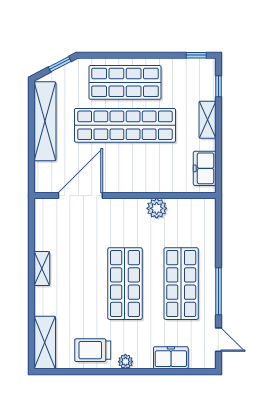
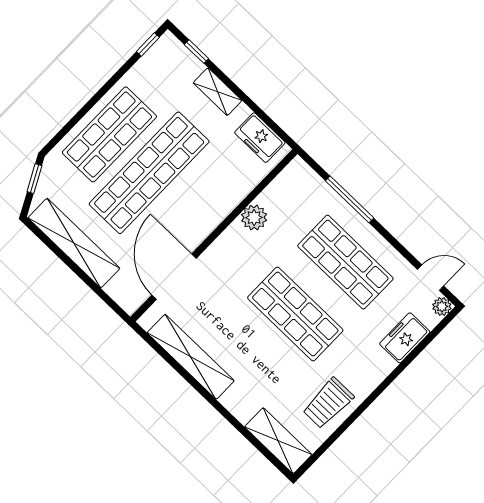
shelving: (42, 269) -> (191, 357), width x2.20, depth x1.33
window: (218, 291) -> (350, 199), moved
plant: (125, 362) -> (442, 307), moved

